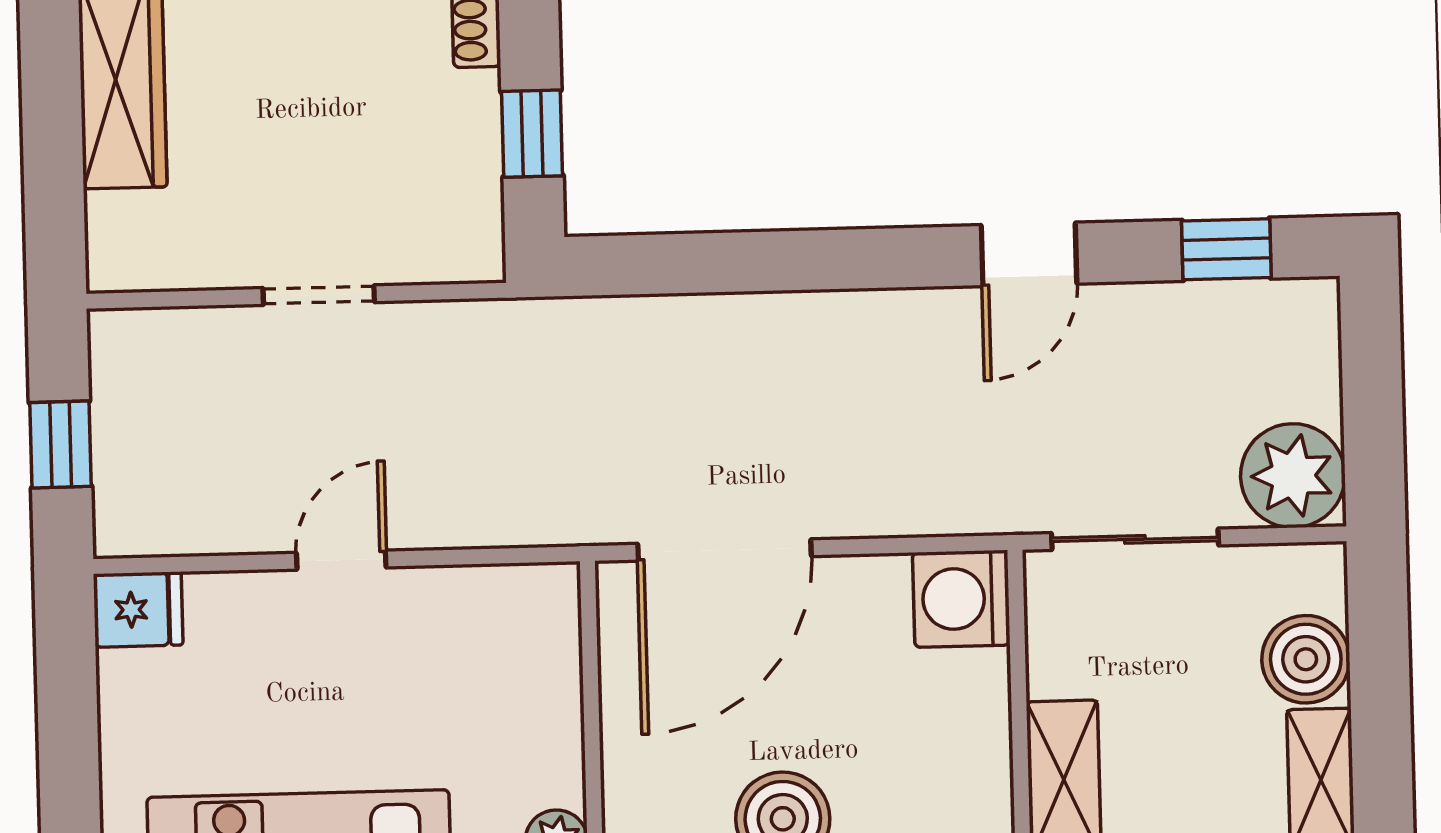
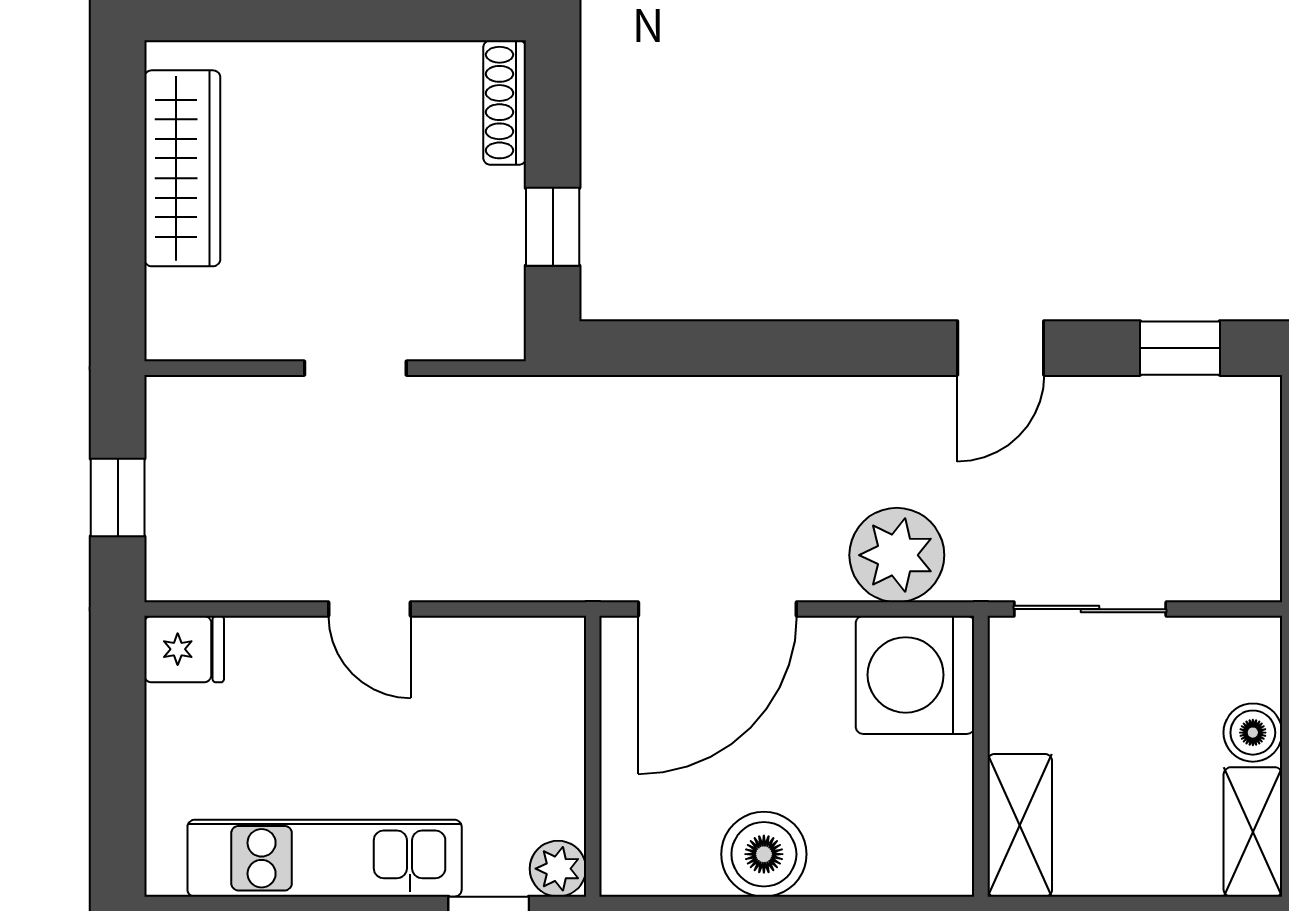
plant: (1293, 476) -> (897, 555), moved
door: (341, 560) -> (370, 609), swing flipped
washing machine: (961, 599) -> (915, 675), width x1.37, depth x1.37
boiler: (1306, 659) -> (1253, 733), width x0.73, depth x0.73

